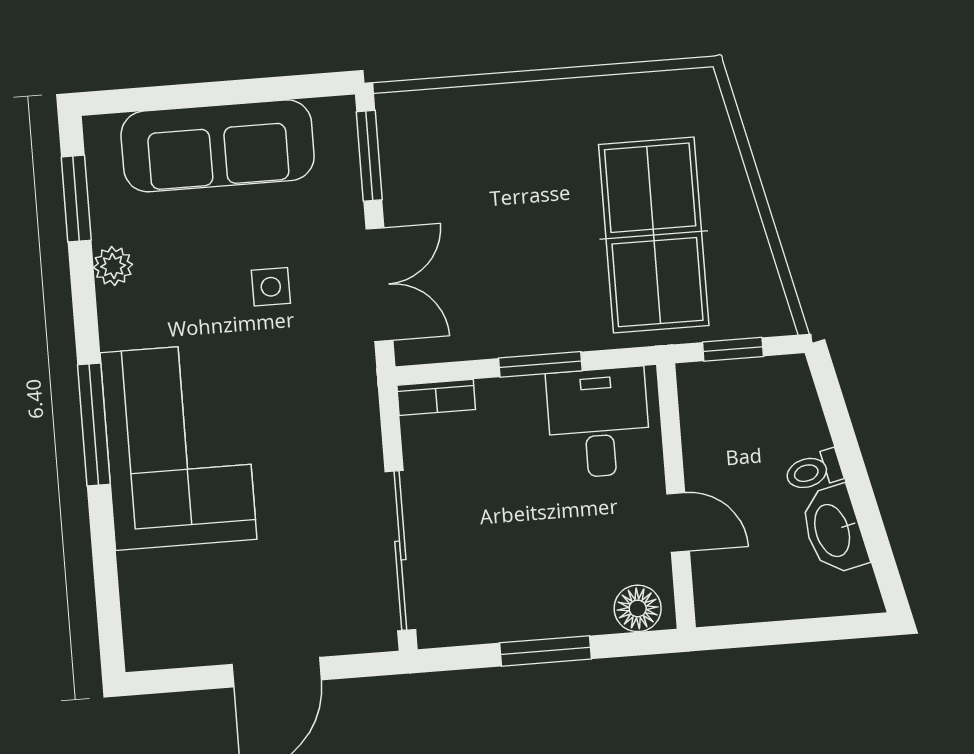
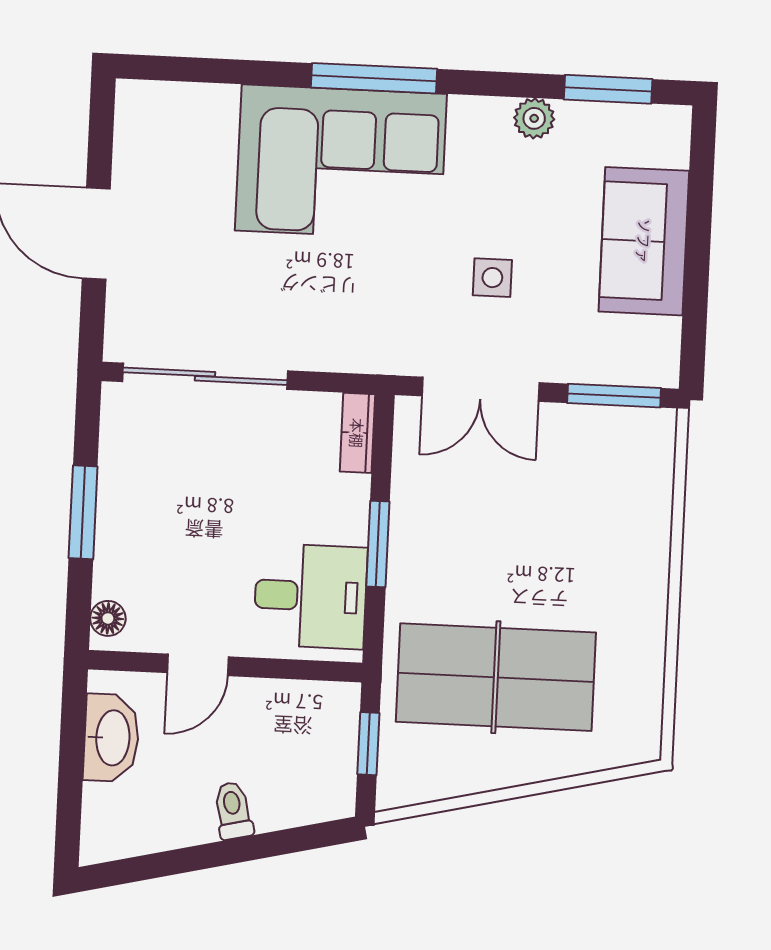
sofa: (218, 146) -> (644, 241), width x0.73
washbasin: (834, 530) -> (111, 738), moved, turned 103
floor lamp: (638, 608) -> (108, 618), width x0.73, depth x0.73

